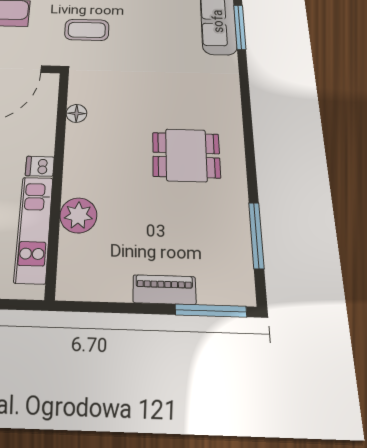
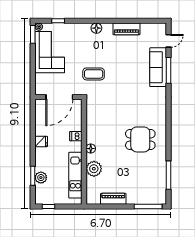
floor lamp: (76, 113) -> (91, 149), moved
dishwasher: (40, 166) -> (76, 136), moved
piano: (164, 290) -> (113, 199), moved

